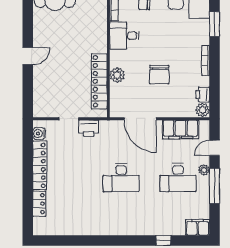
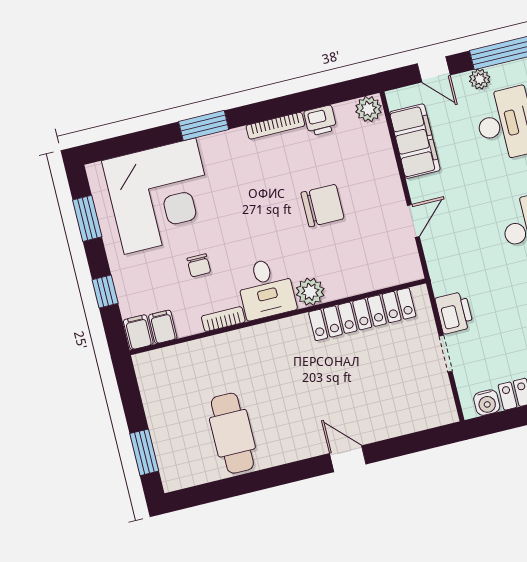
plant: (117, 75) -> (310, 292), moved
printer: (203, 94) -> (320, 121), moved
door: (140, 119) -> (413, 221), width x0.53

